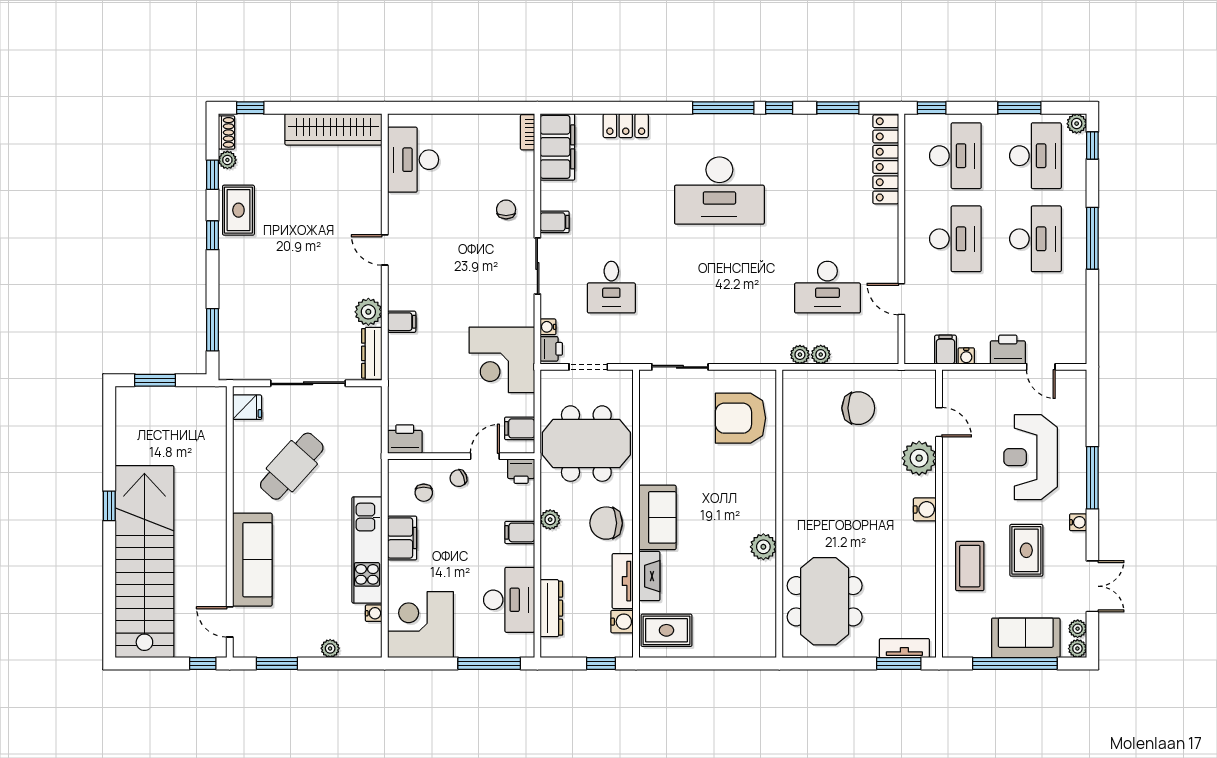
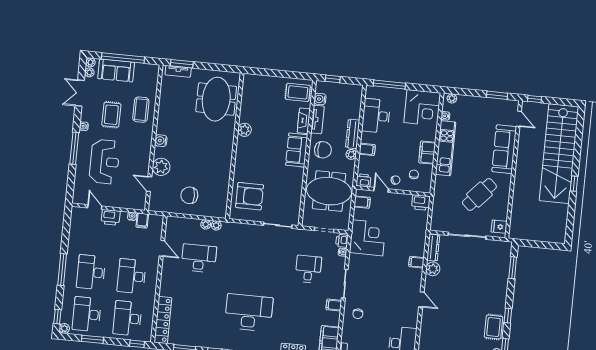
window: (155, 380) -> (544, 245), removed
door: (485, 456) -> (381, 190), swing flipped
dresser: (551, 608) -> (353, 134), moved
plant: (330, 648) -> (452, 98), moved

